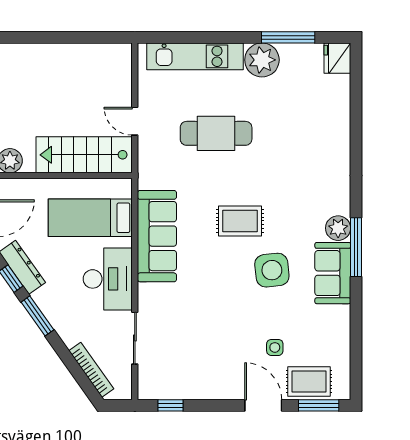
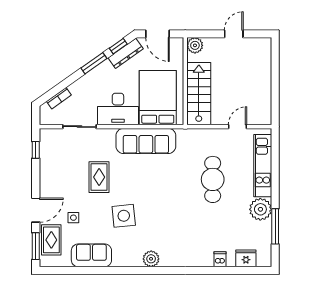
fridge: (337, 58) -> (246, 258), moved
door: (135, 121) -> (237, 127), moved
dishwasher: (339, 122) -> (220, 259), added
bed: (90, 218) -> (158, 98), width x1.50
rug: (240, 221) -> (99, 177), moved
window: (356, 247) -> (139, 270), removed
sofa: (333, 273) -> (91, 255), moved
bookcase: (91, 370) -> (59, 98), width x0.64

